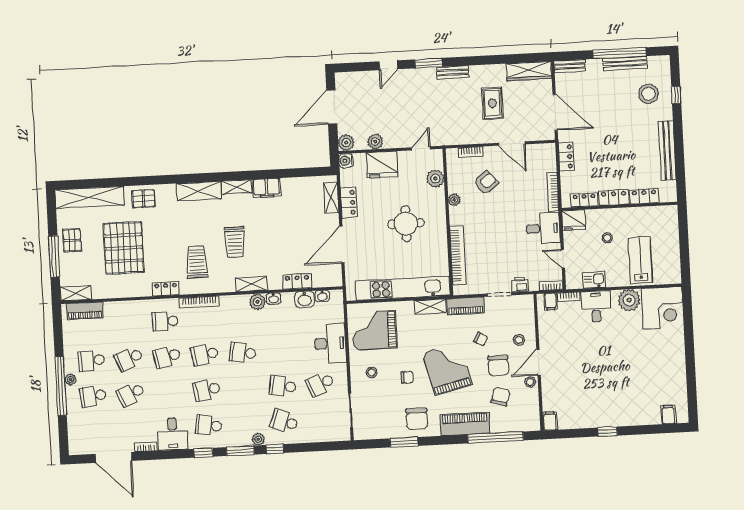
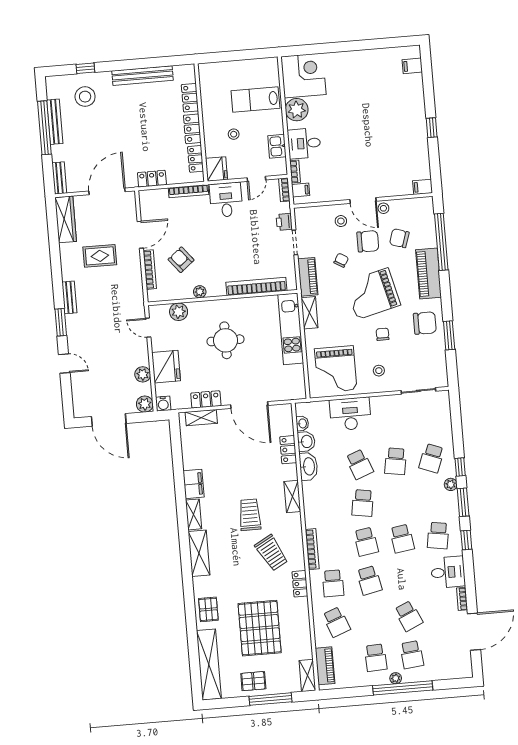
bookcase: (470, 152) -> (150, 270), width x1.56
trolley: (235, 242) -> (250, 515), turned -90
pallet: (124, 248) -> (260, 628), turned 90
trolley: (197, 262) -> (271, 553), turned -119
kitchen unit: (403, 288) -> (291, 329), width x0.73
washbasin: (274, 299) -> (309, 466), width x1.91, depth x1.45
plant: (257, 302) -> (310, 490), removed
school desk: (129, 359) -> (336, 622), moved
school desk: (320, 384) -> (359, 464), moved

